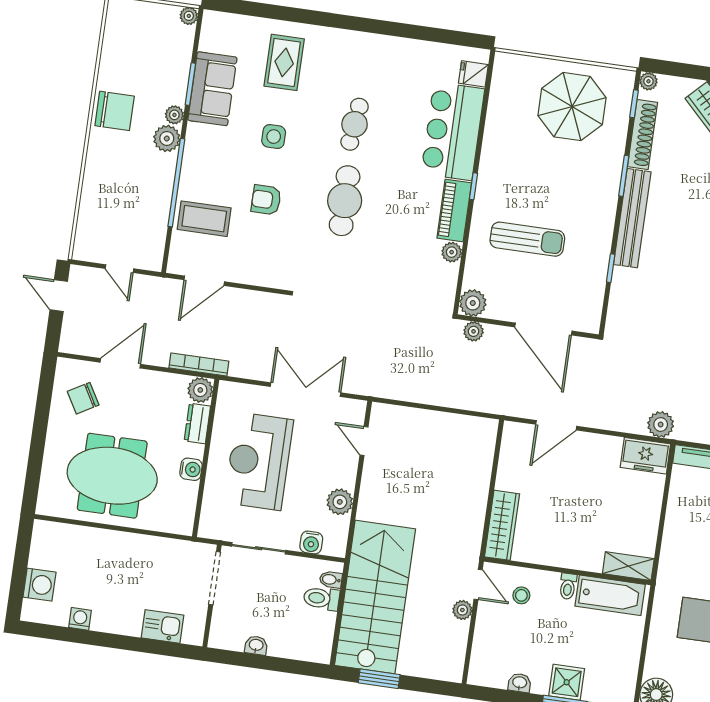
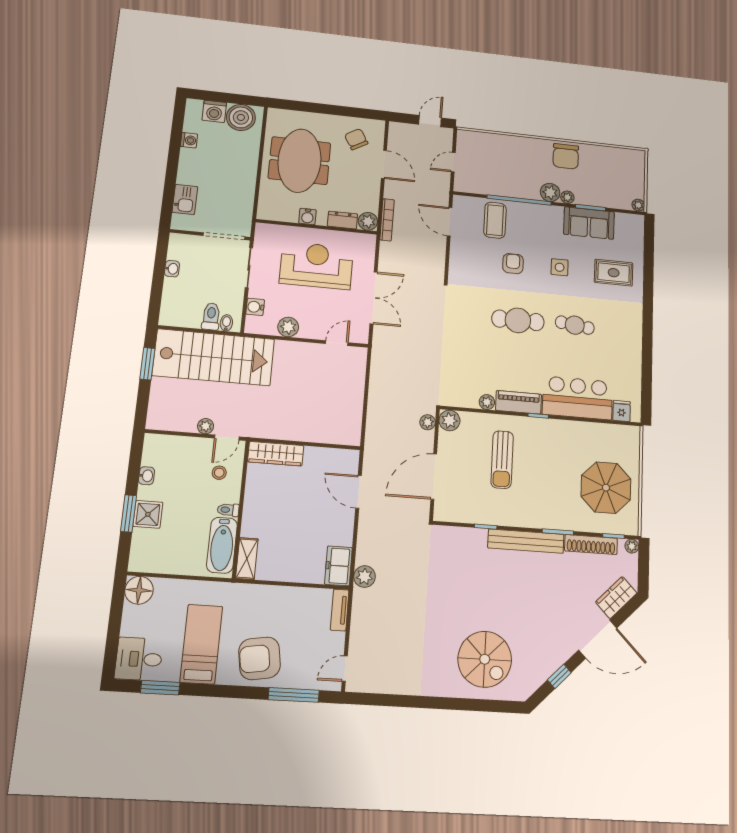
boiler: (49, 550) -> (241, 117), added

